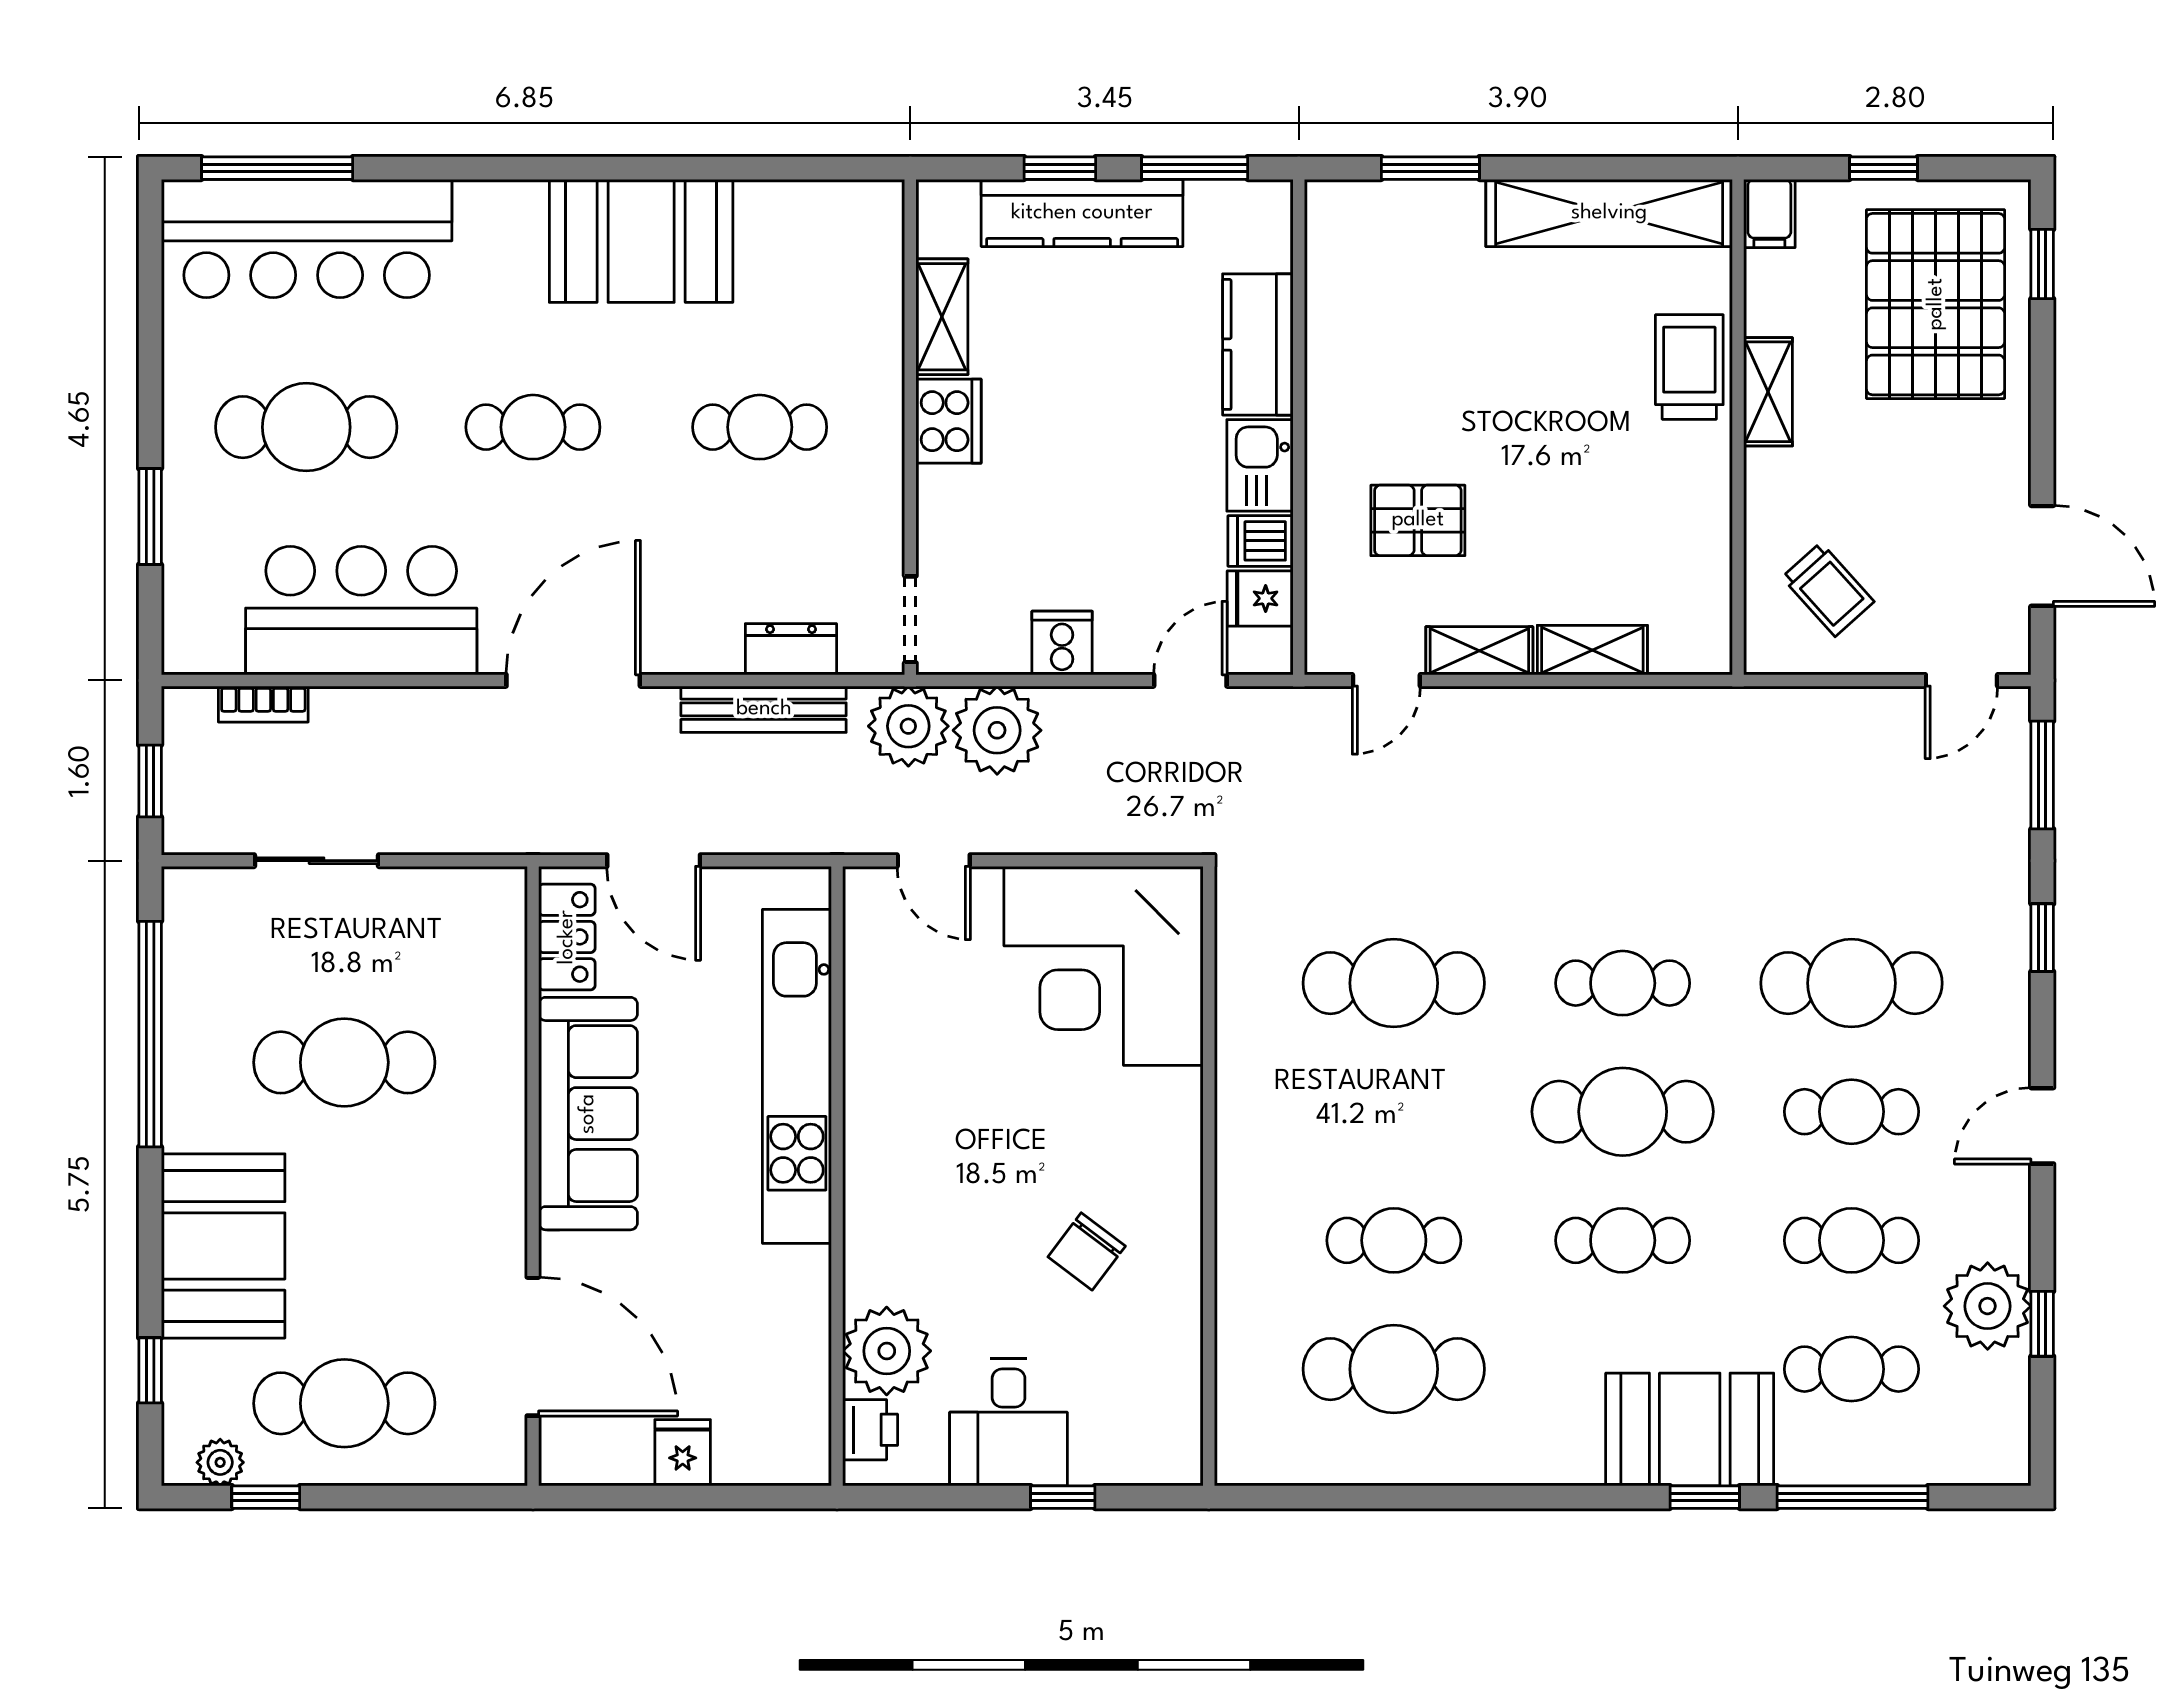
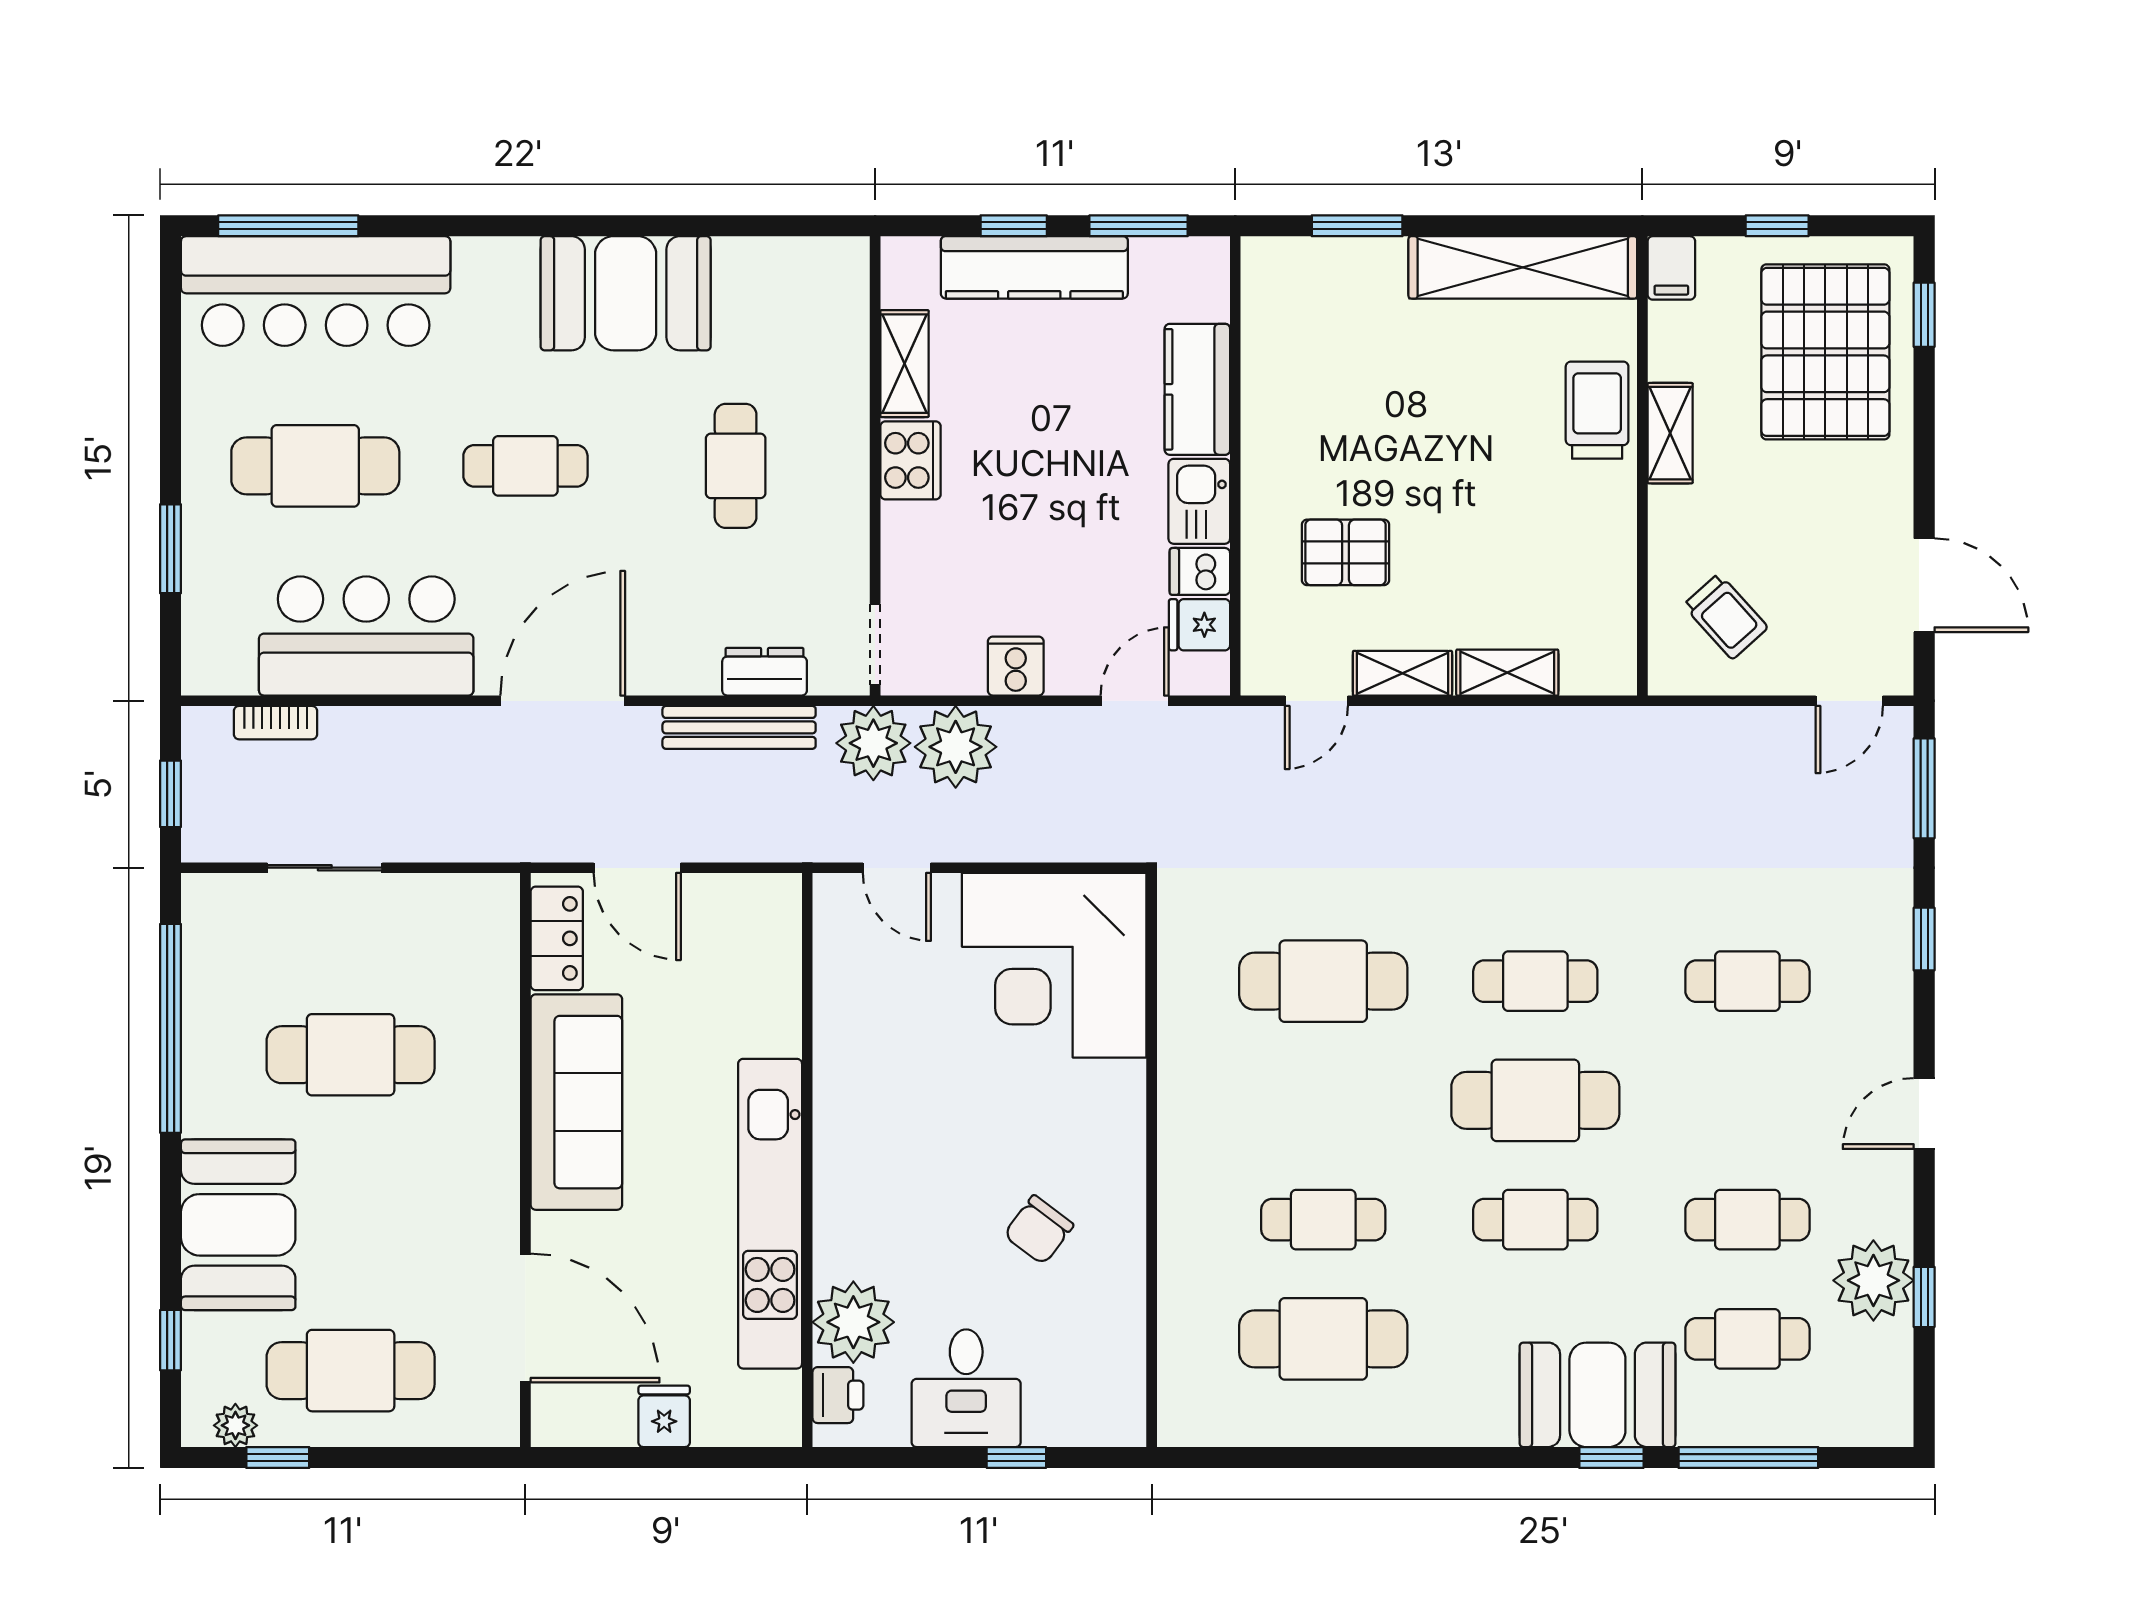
cafe table: (760, 427) -> (736, 466), turned 90
cafe table: (1851, 983) -> (1747, 981), width x0.73, depth x0.74
kitchen unit: (797, 1076) -> (770, 1214), moved
cafe table: (1851, 1112) -> (1747, 1100), removed

